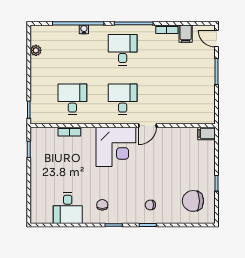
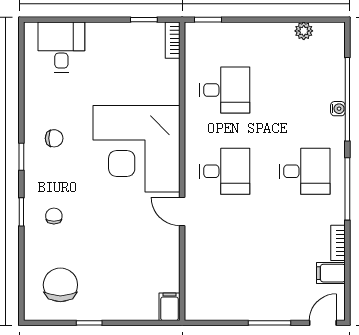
bookcase: (69, 132) -> (173, 40), moved
corner desk: (116, 147) -> (136, 149), width x1.36, depth x1.36
desk: (68, 208) -> (61, 47), moved, turned 90

